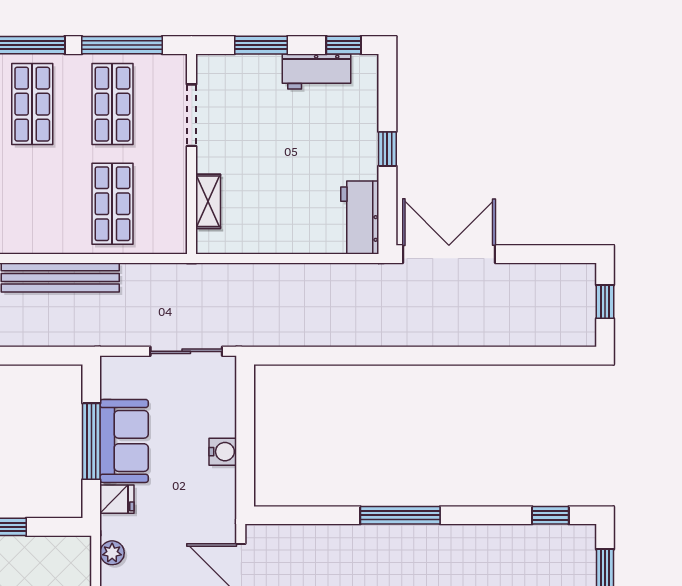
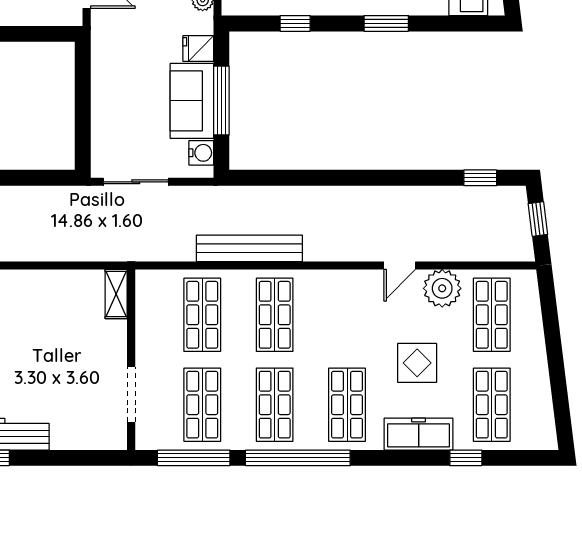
window: (261, 45) -> (68, 458), removed
shelving: (208, 201) -> (116, 294), moved
shop shelf: (32, 204) -> (275, 315), added
water cooler: (223, 452) -> (201, 153), moved, turned 180

